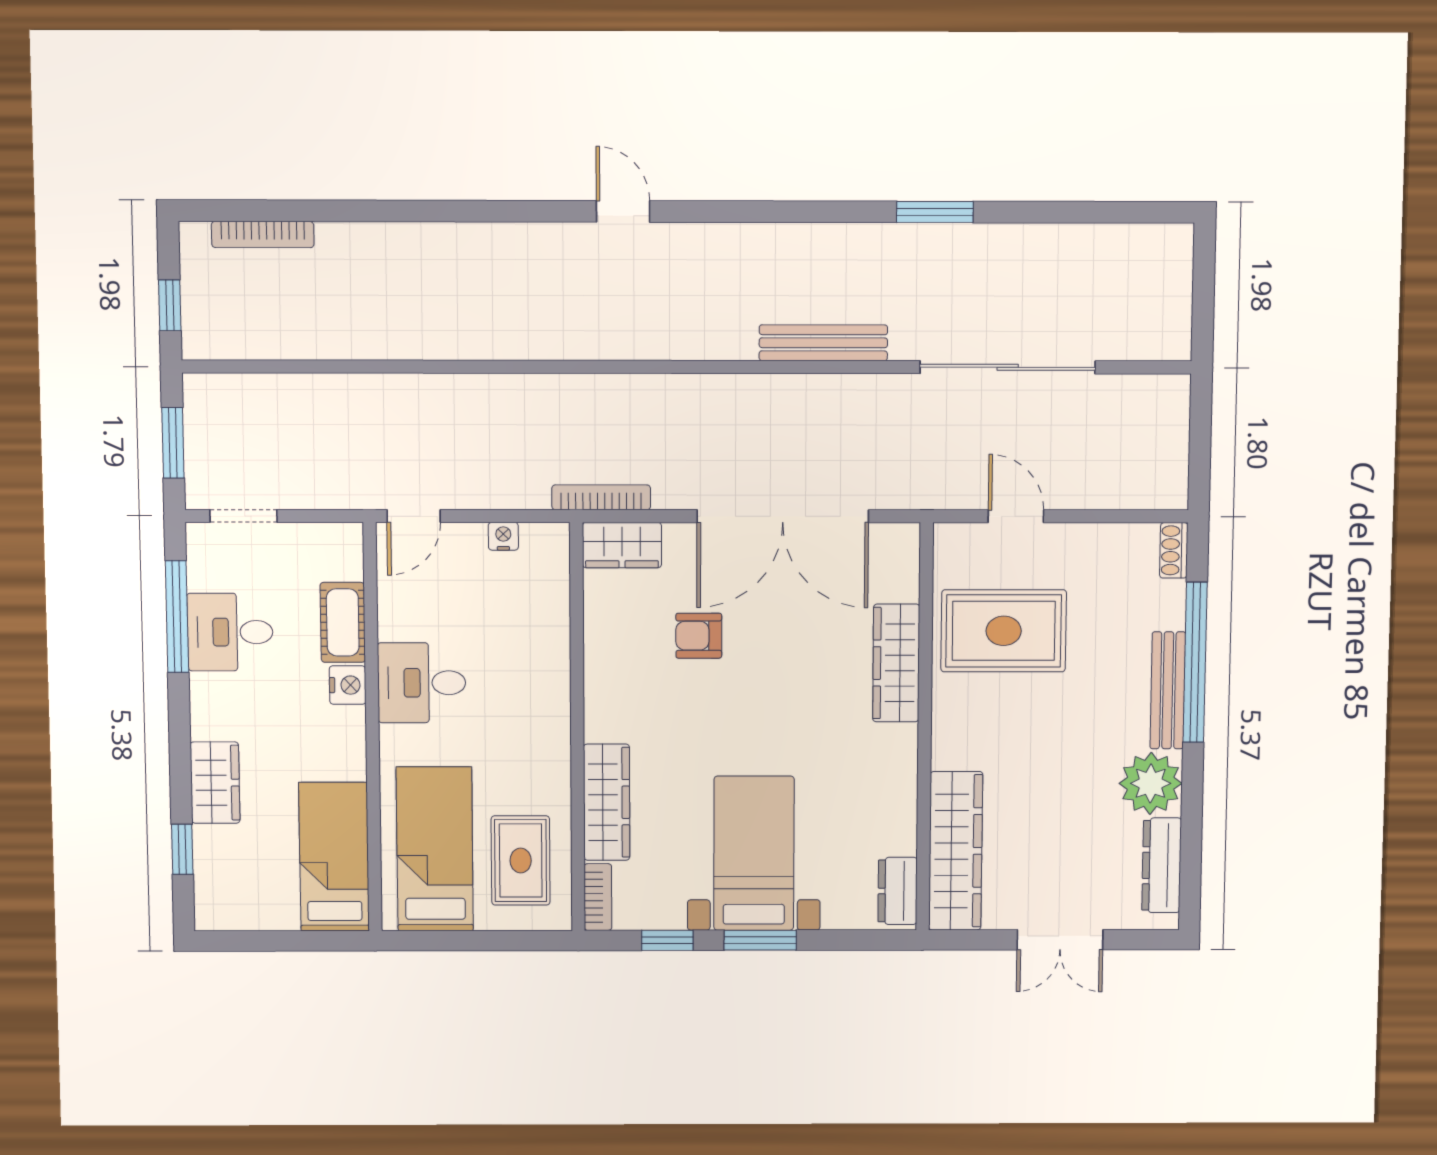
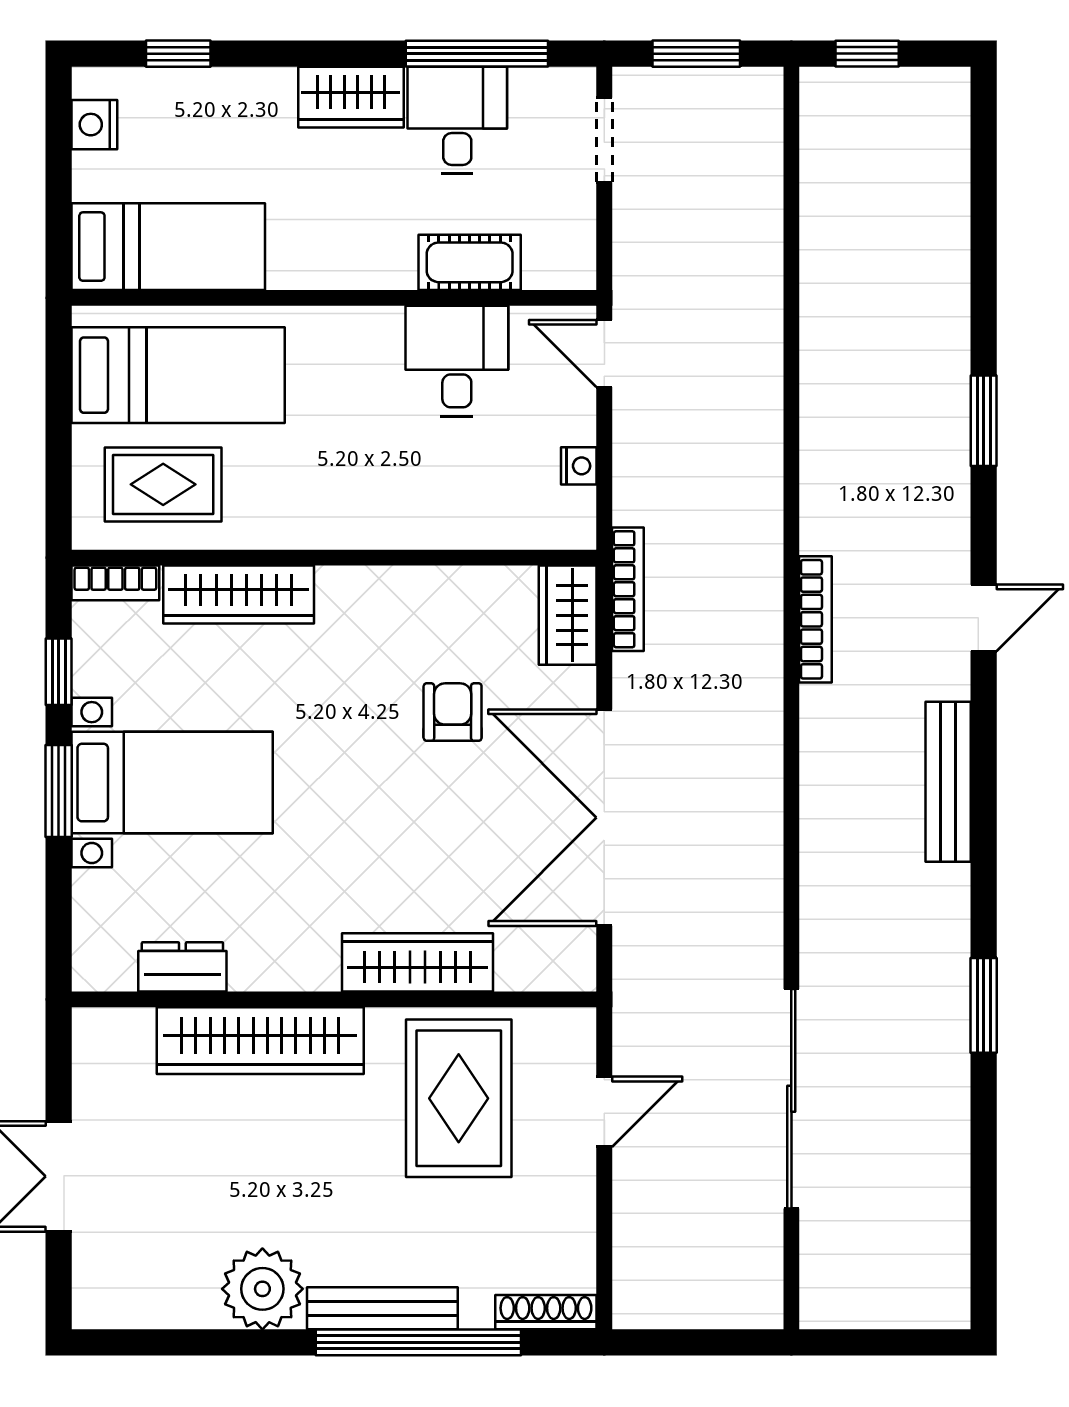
window: (464, 211) -> (984, 421), added
bookcase: (263, 235) -> (815, 619), moved, turned 180
bench: (823, 343) -> (948, 782), moved
shoe rack: (1174, 550) -> (546, 1312), width x1.43
desk: (422, 683) -> (457, 361), moved
nightstand: (348, 685) -> (94, 125), moved, turned 90
wardrobe: (215, 783) -> (351, 97), moved
wardrobe: (956, 851) -> (260, 1041), moved
dresser: (1162, 865) -> (156, 1305), removed
dresser: (898, 891) -> (182, 967), moved

